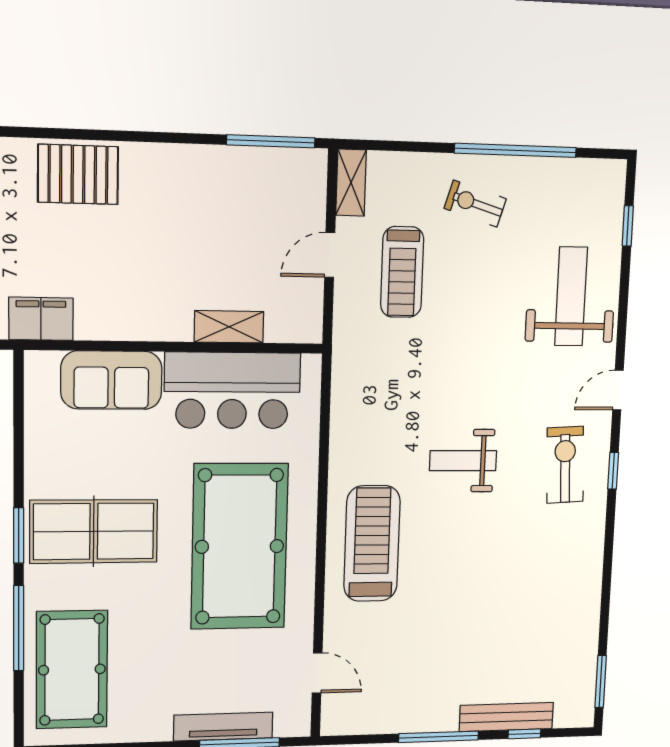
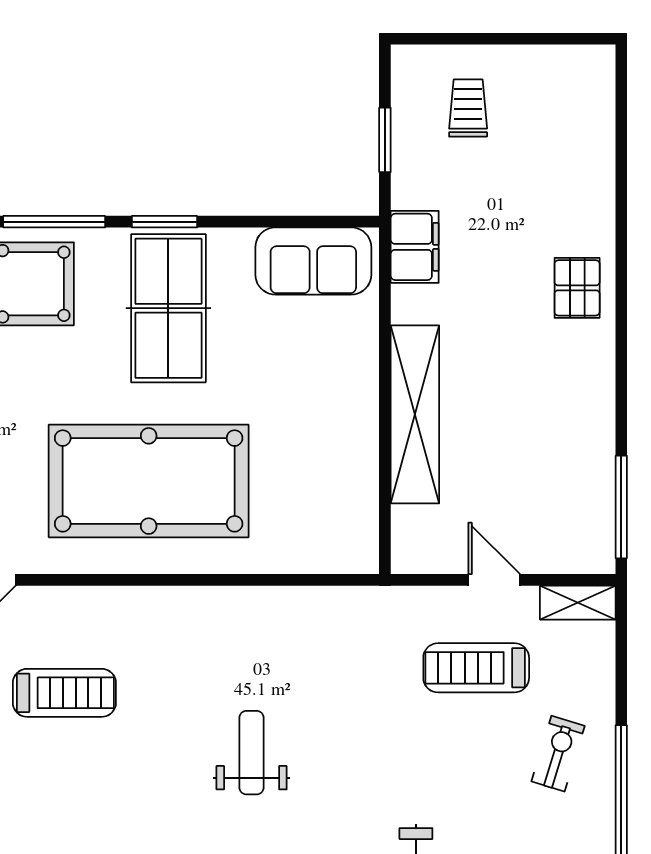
pallet: (78, 174) -> (577, 288), width x0.67, depth x0.71
shelving: (229, 327) -> (415, 414), width x2.20, depth x1.33
sofa: (111, 380) -> (313, 261), moved, turned -90
bar counter: (232, 390) -> (335, 468), removed
treadmill: (372, 544) -> (64, 693), moved, width x0.73, depth x0.73

